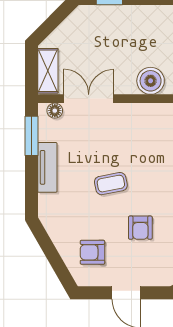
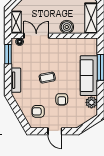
tv unit: (47, 167) -> (16, 80), moved

